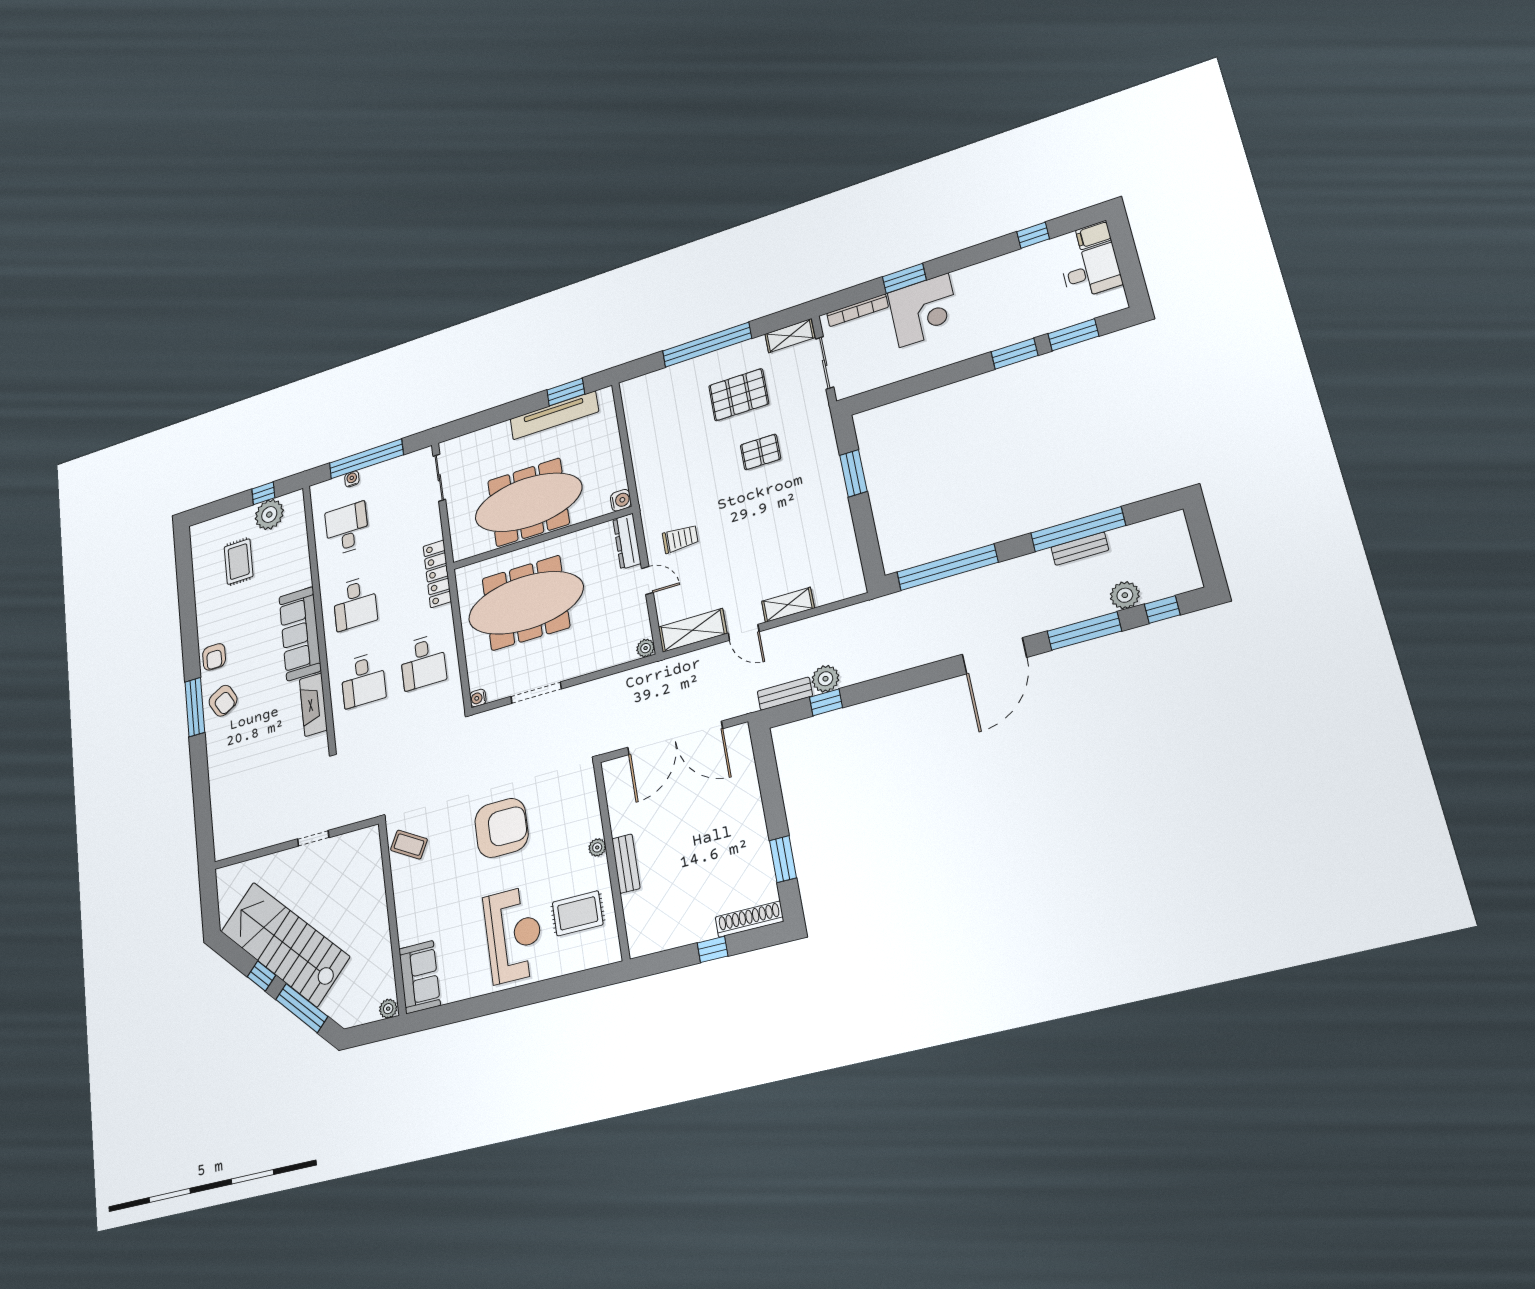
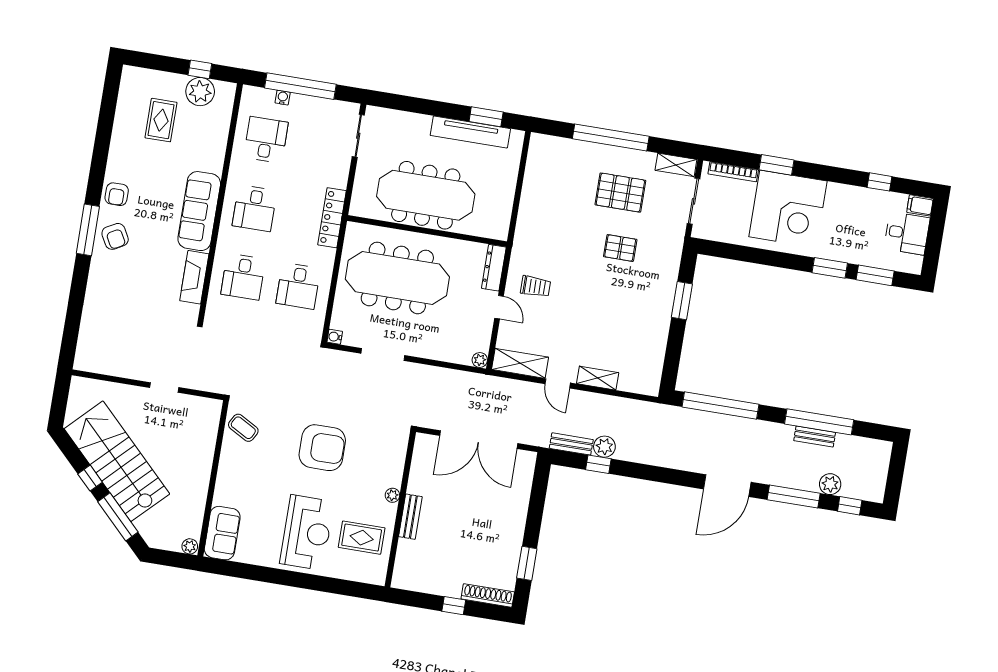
corner desk: (924, 310) -> (788, 209), width x1.36, depth x1.36
water cooler: (621, 500) -> (500, 232), removed

